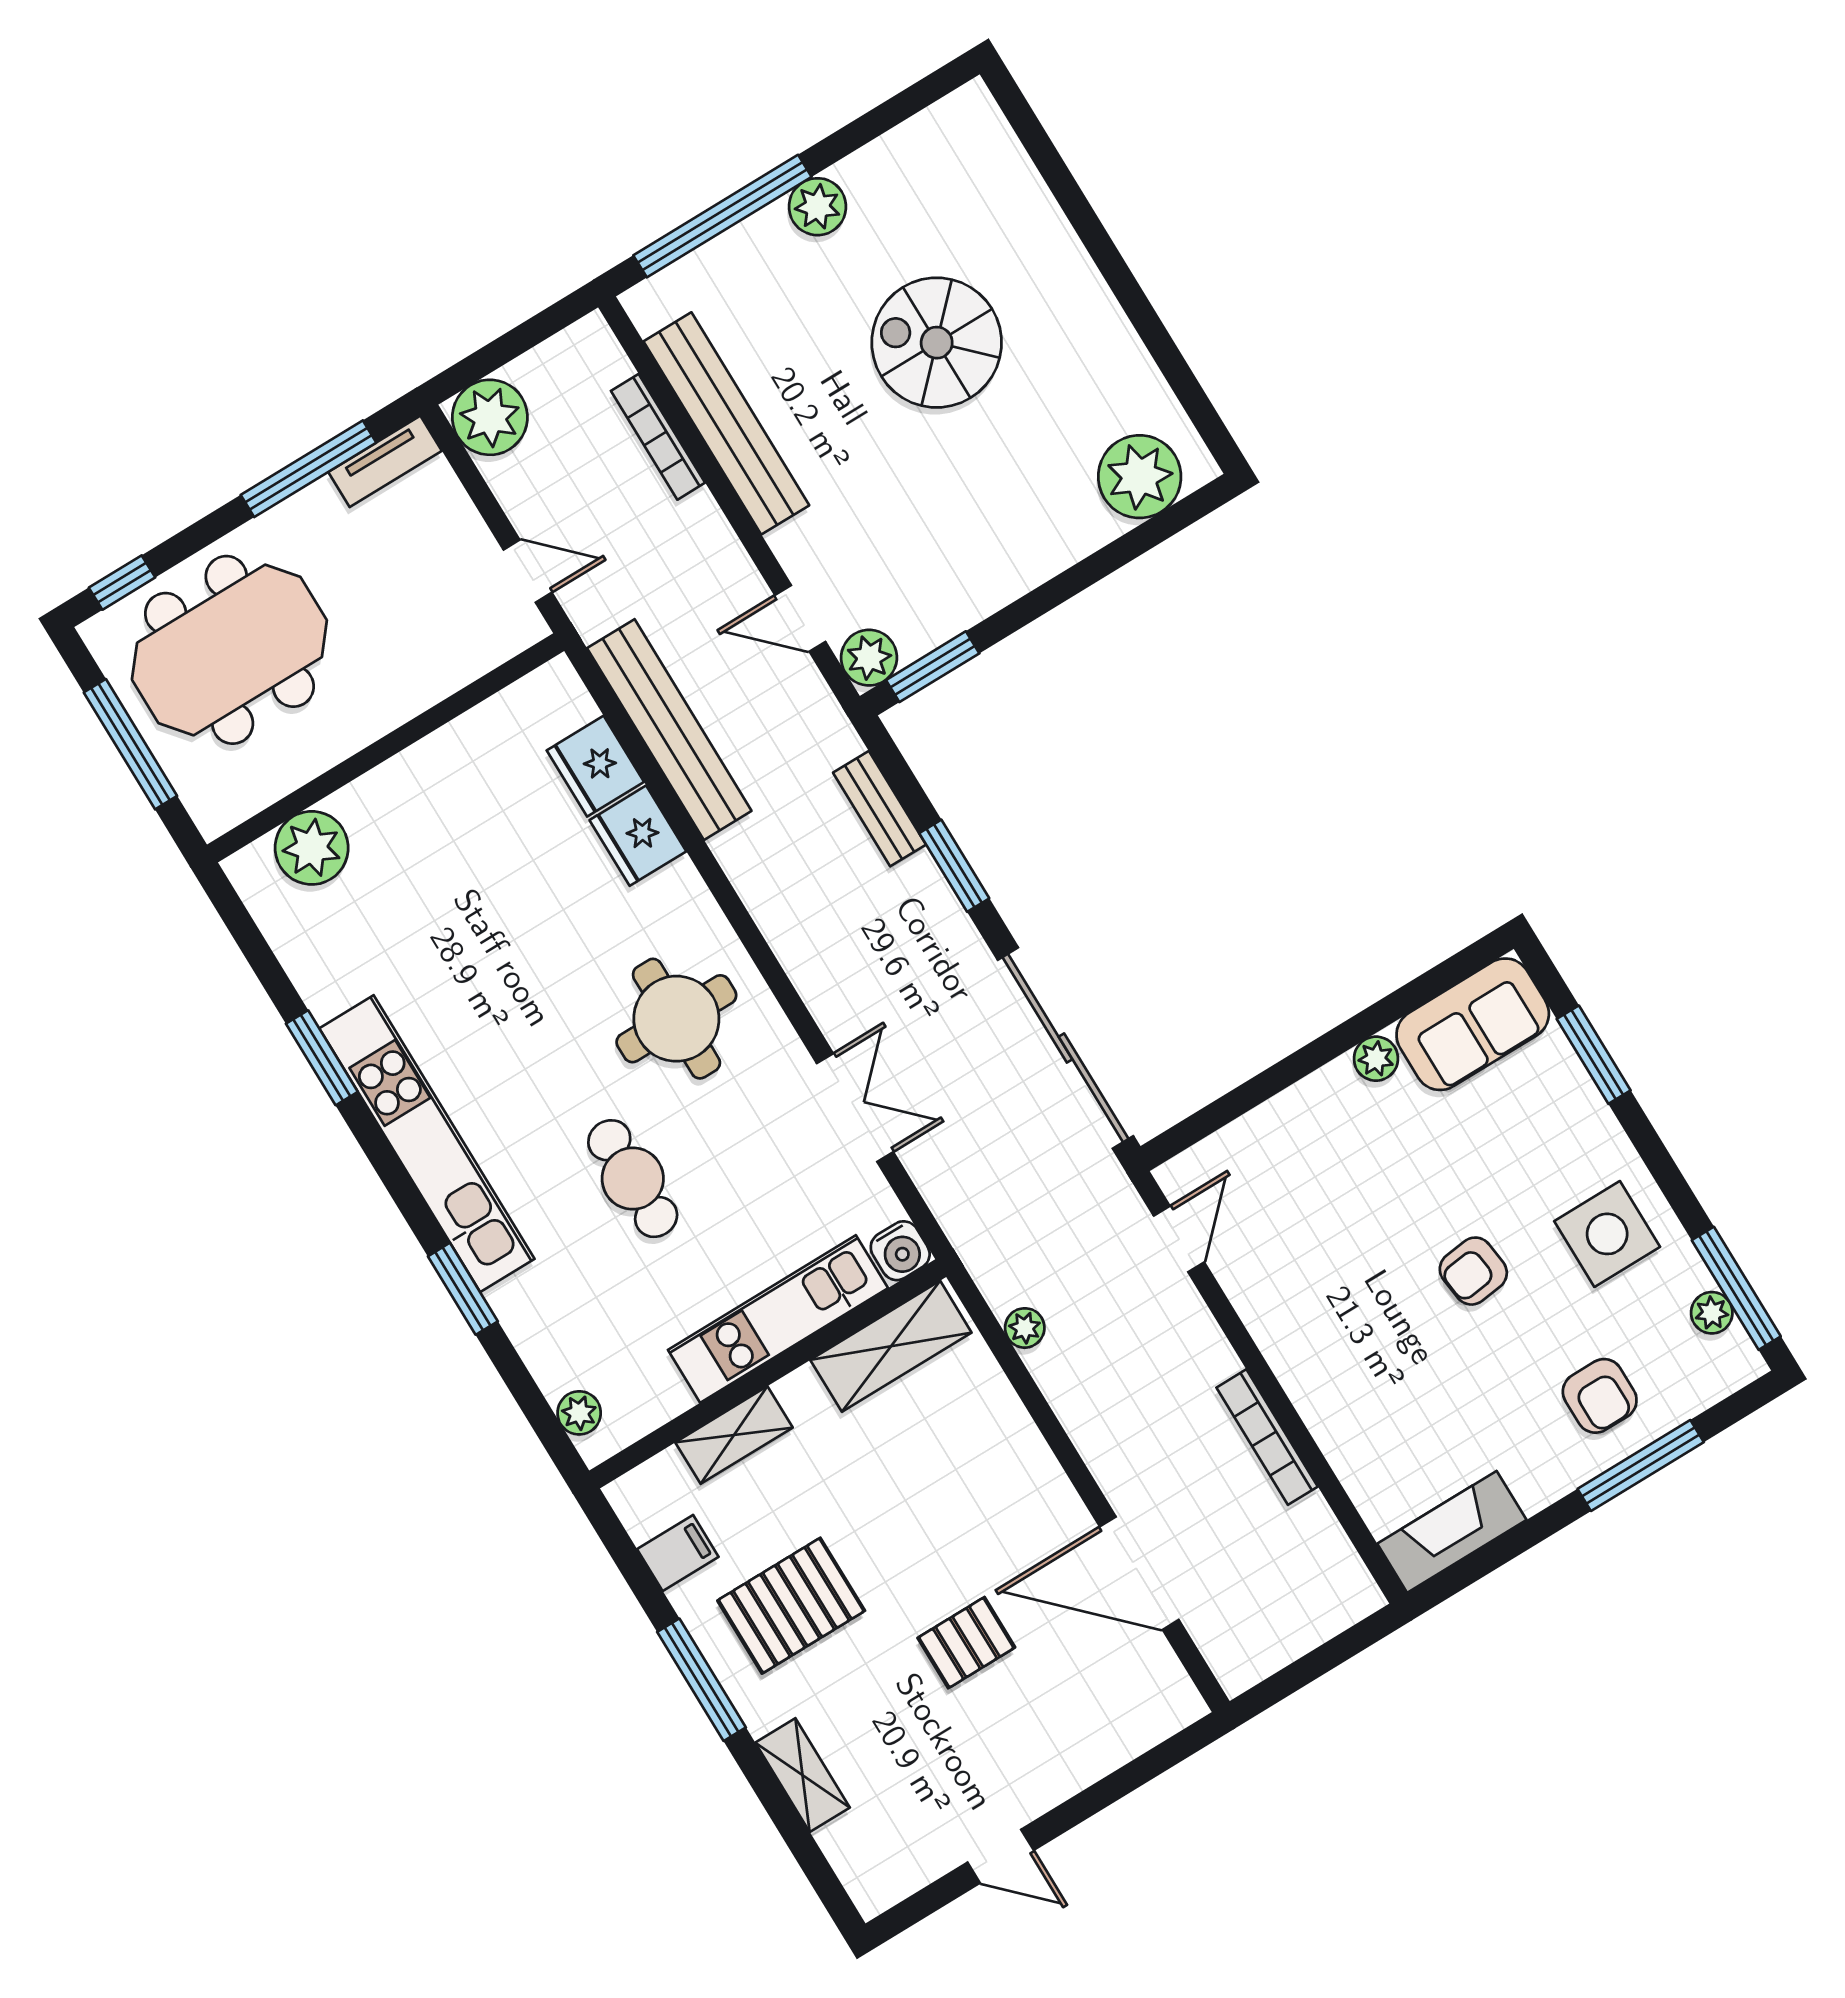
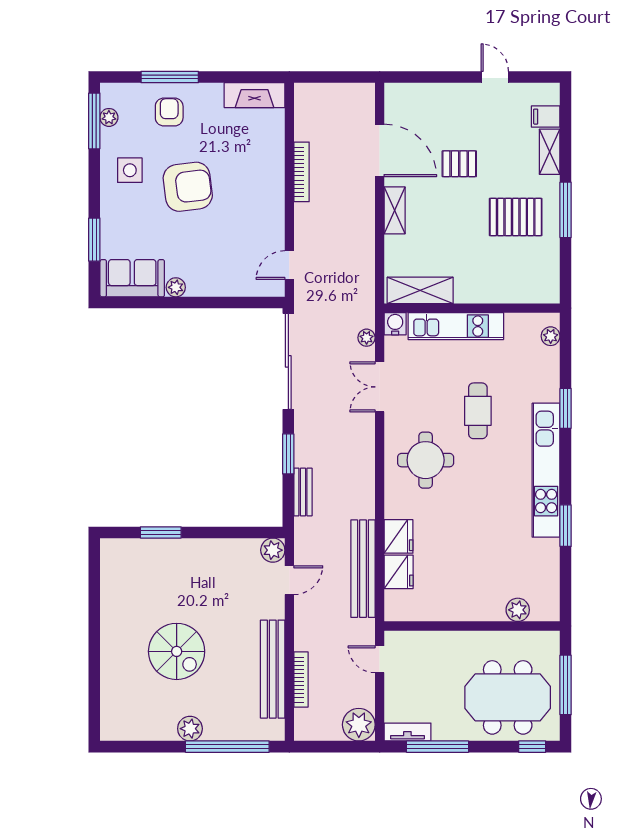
plant: (1140, 477) -> (132, 556), removed
door: (800, 618) -> (289, 580), hinge flipped
window: (933, 667) -> (161, 532), moved
plant: (312, 848) -> (518, 610), width x0.73, depth x0.73
side table: (1607, 1234) -> (130, 170), width x0.73, depth x0.73
armchair: (1473, 1271) -> (188, 187), width x1.88, depth x1.88
plant: (1025, 1328) -> (367, 338), moved
shelving: (734, 1435) -> (395, 210), moved, turned 90
filing cabinet: (678, 1553) -> (546, 117), moved

